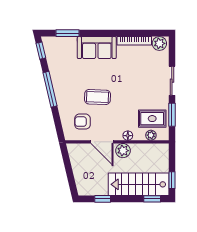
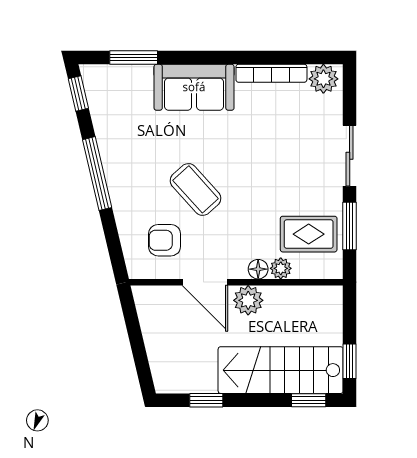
coffee table: (97, 97) -> (196, 189), turned 46
plant: (151, 135) -> (281, 268), moved

